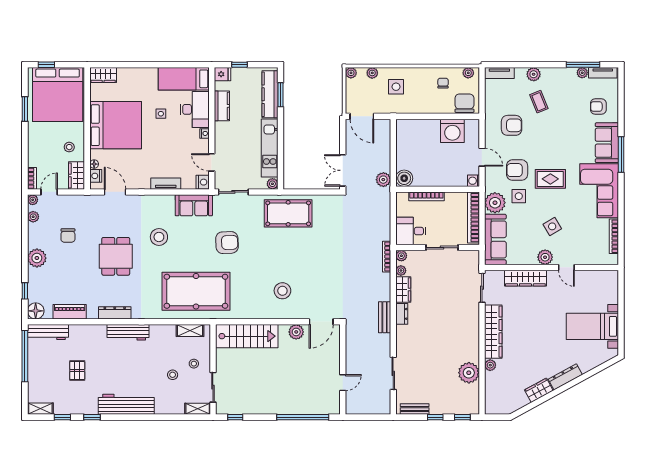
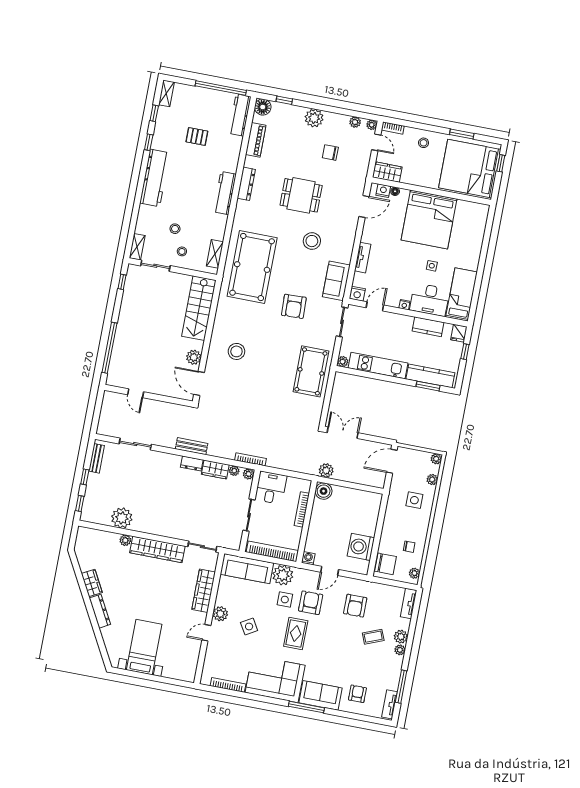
plant: (582, 73) -> (400, 650), moved
wardrobe: (103, 75) -> (480, 217), removed
stool: (69, 147) -> (424, 143), moved

